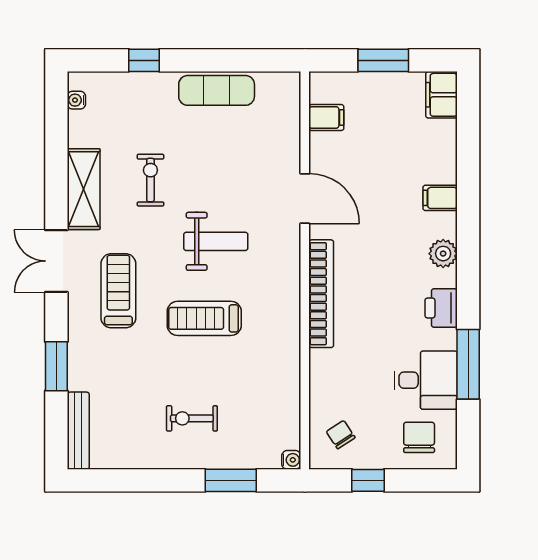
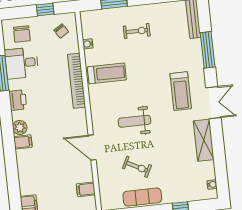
exercise bike: (150, 180) -> (137, 167), moved, turned -63
filing cabinet: (440, 198) -> (23, 142), moved
bookcase: (321, 294) -> (77, 81), moved
treadmill: (204, 318) -> (107, 73), moved
window: (56, 366) -> (208, 50), width x1.44
water cooler: (291, 460) -> (88, 44), moved

